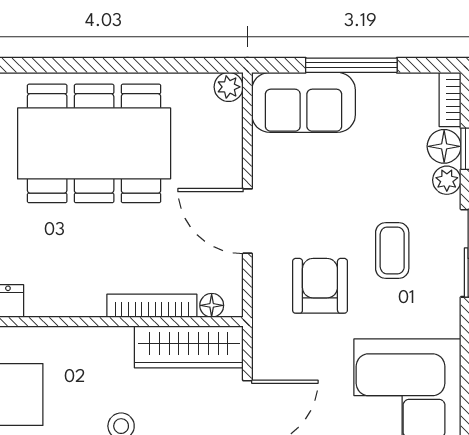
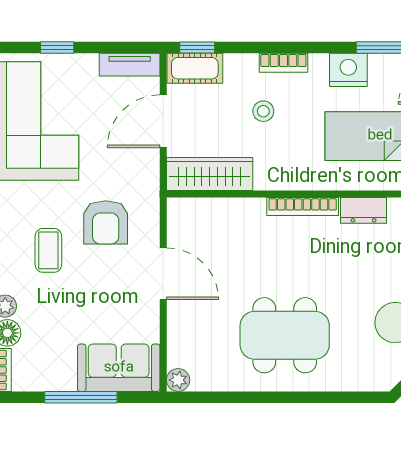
dining table: (94, 143) -> (285, 335), width x0.73, depth x0.80
floor lamp: (212, 305) -> (191, 207), removed
bookcase: (152, 306) -> (303, 207), moved

